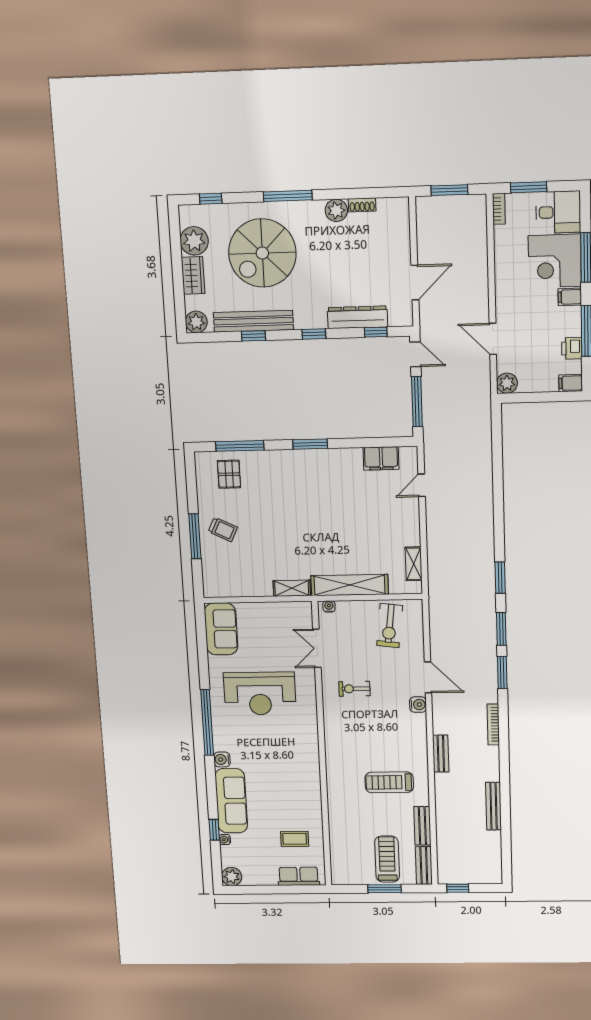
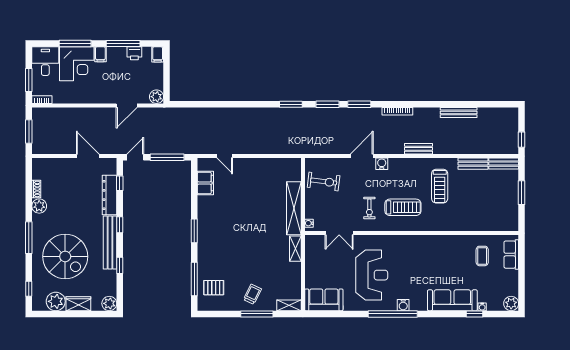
bench: (253, 321) -> (110, 243), moved
shelving: (414, 564) -> (289, 305), moved
water cooler: (222, 759) -> (403, 305), moved
treadmill: (387, 859) -> (403, 207), moved, turned 180

